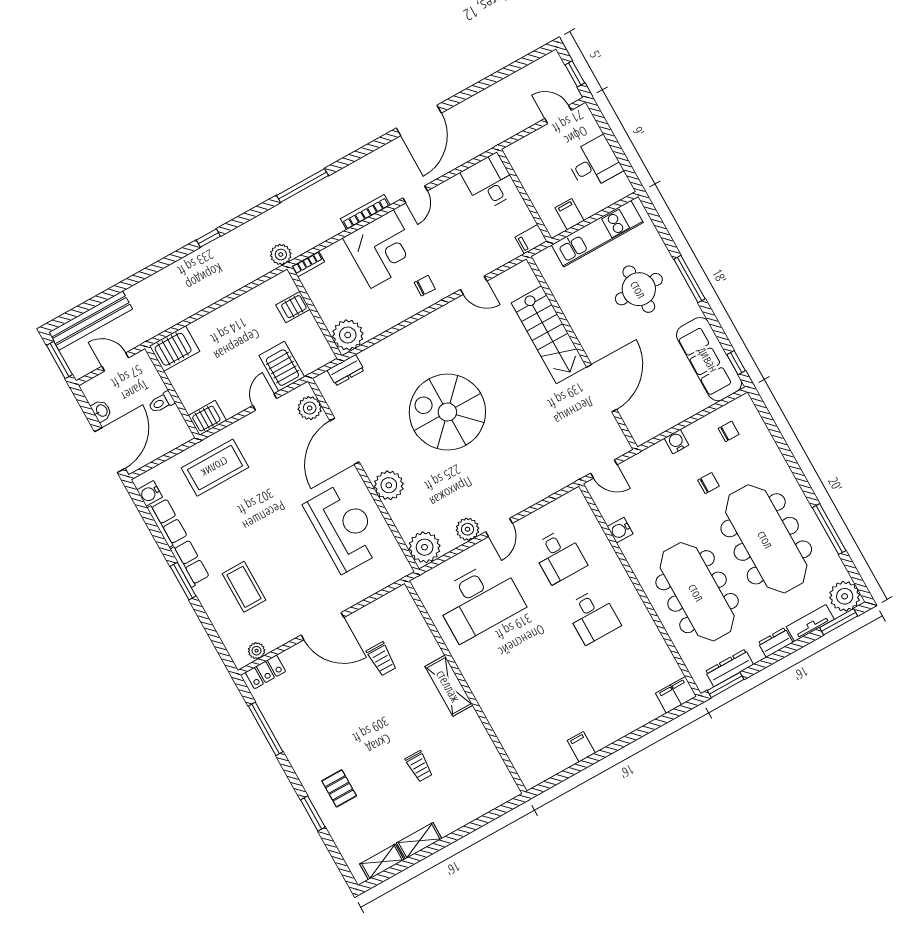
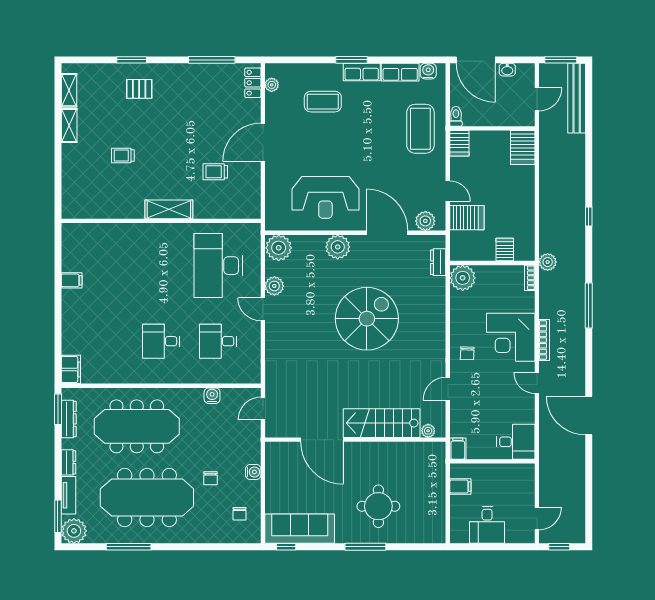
kitchen unit: (597, 234) -> (435, 499), removed
plant: (530, 281) -> (428, 431), added
toilet: (162, 402) -> (456, 116), moved

